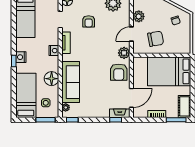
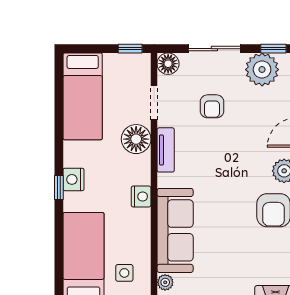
nightstand: (54, 51) -> (141, 196), moved
floor lamp: (52, 79) -> (136, 139), moved

